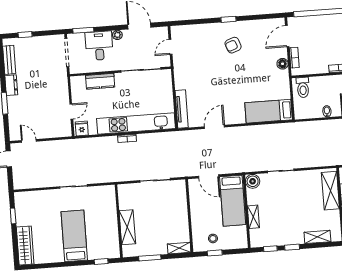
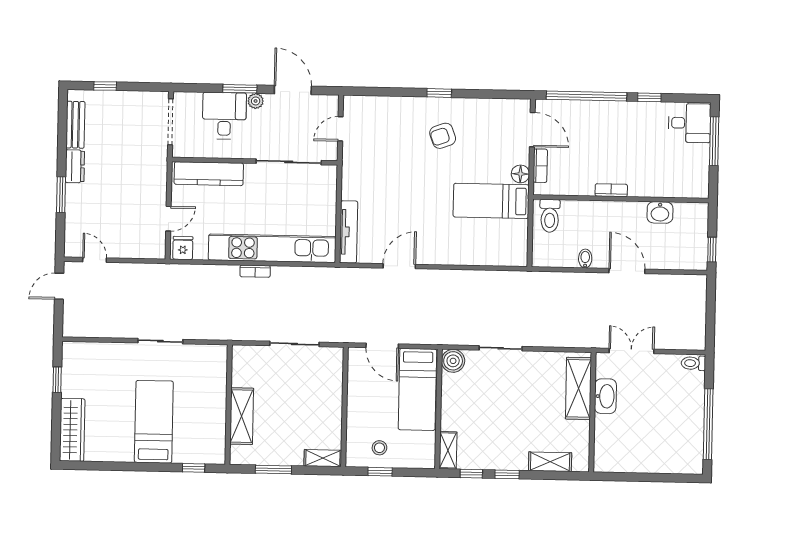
window: (83, 30) -> (240, 89), moved
door: (287, 36) -> (532, 130), swing flipped
kitchen counter: (100, 81) -> (209, 174), width x1.50
bed: (269, 111) -> (491, 201), moved
shelving: (253, 217) -> (448, 450), moved

